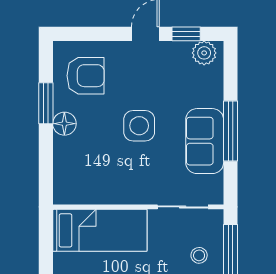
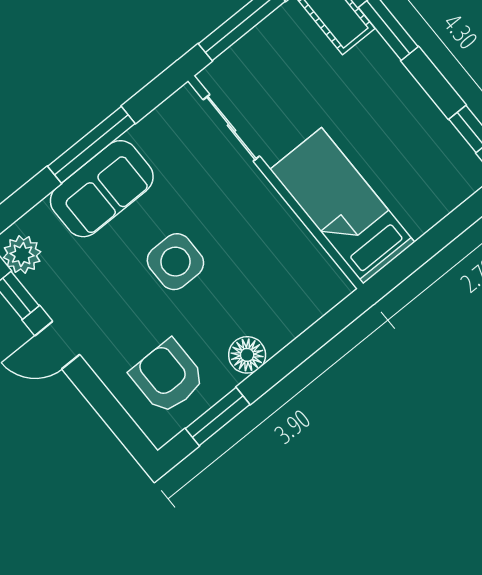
window: (46, 103) -> (218, 417), moved
sofa: (205, 141) -> (102, 189), moved
stool: (199, 255) -> (274, 60), removed

